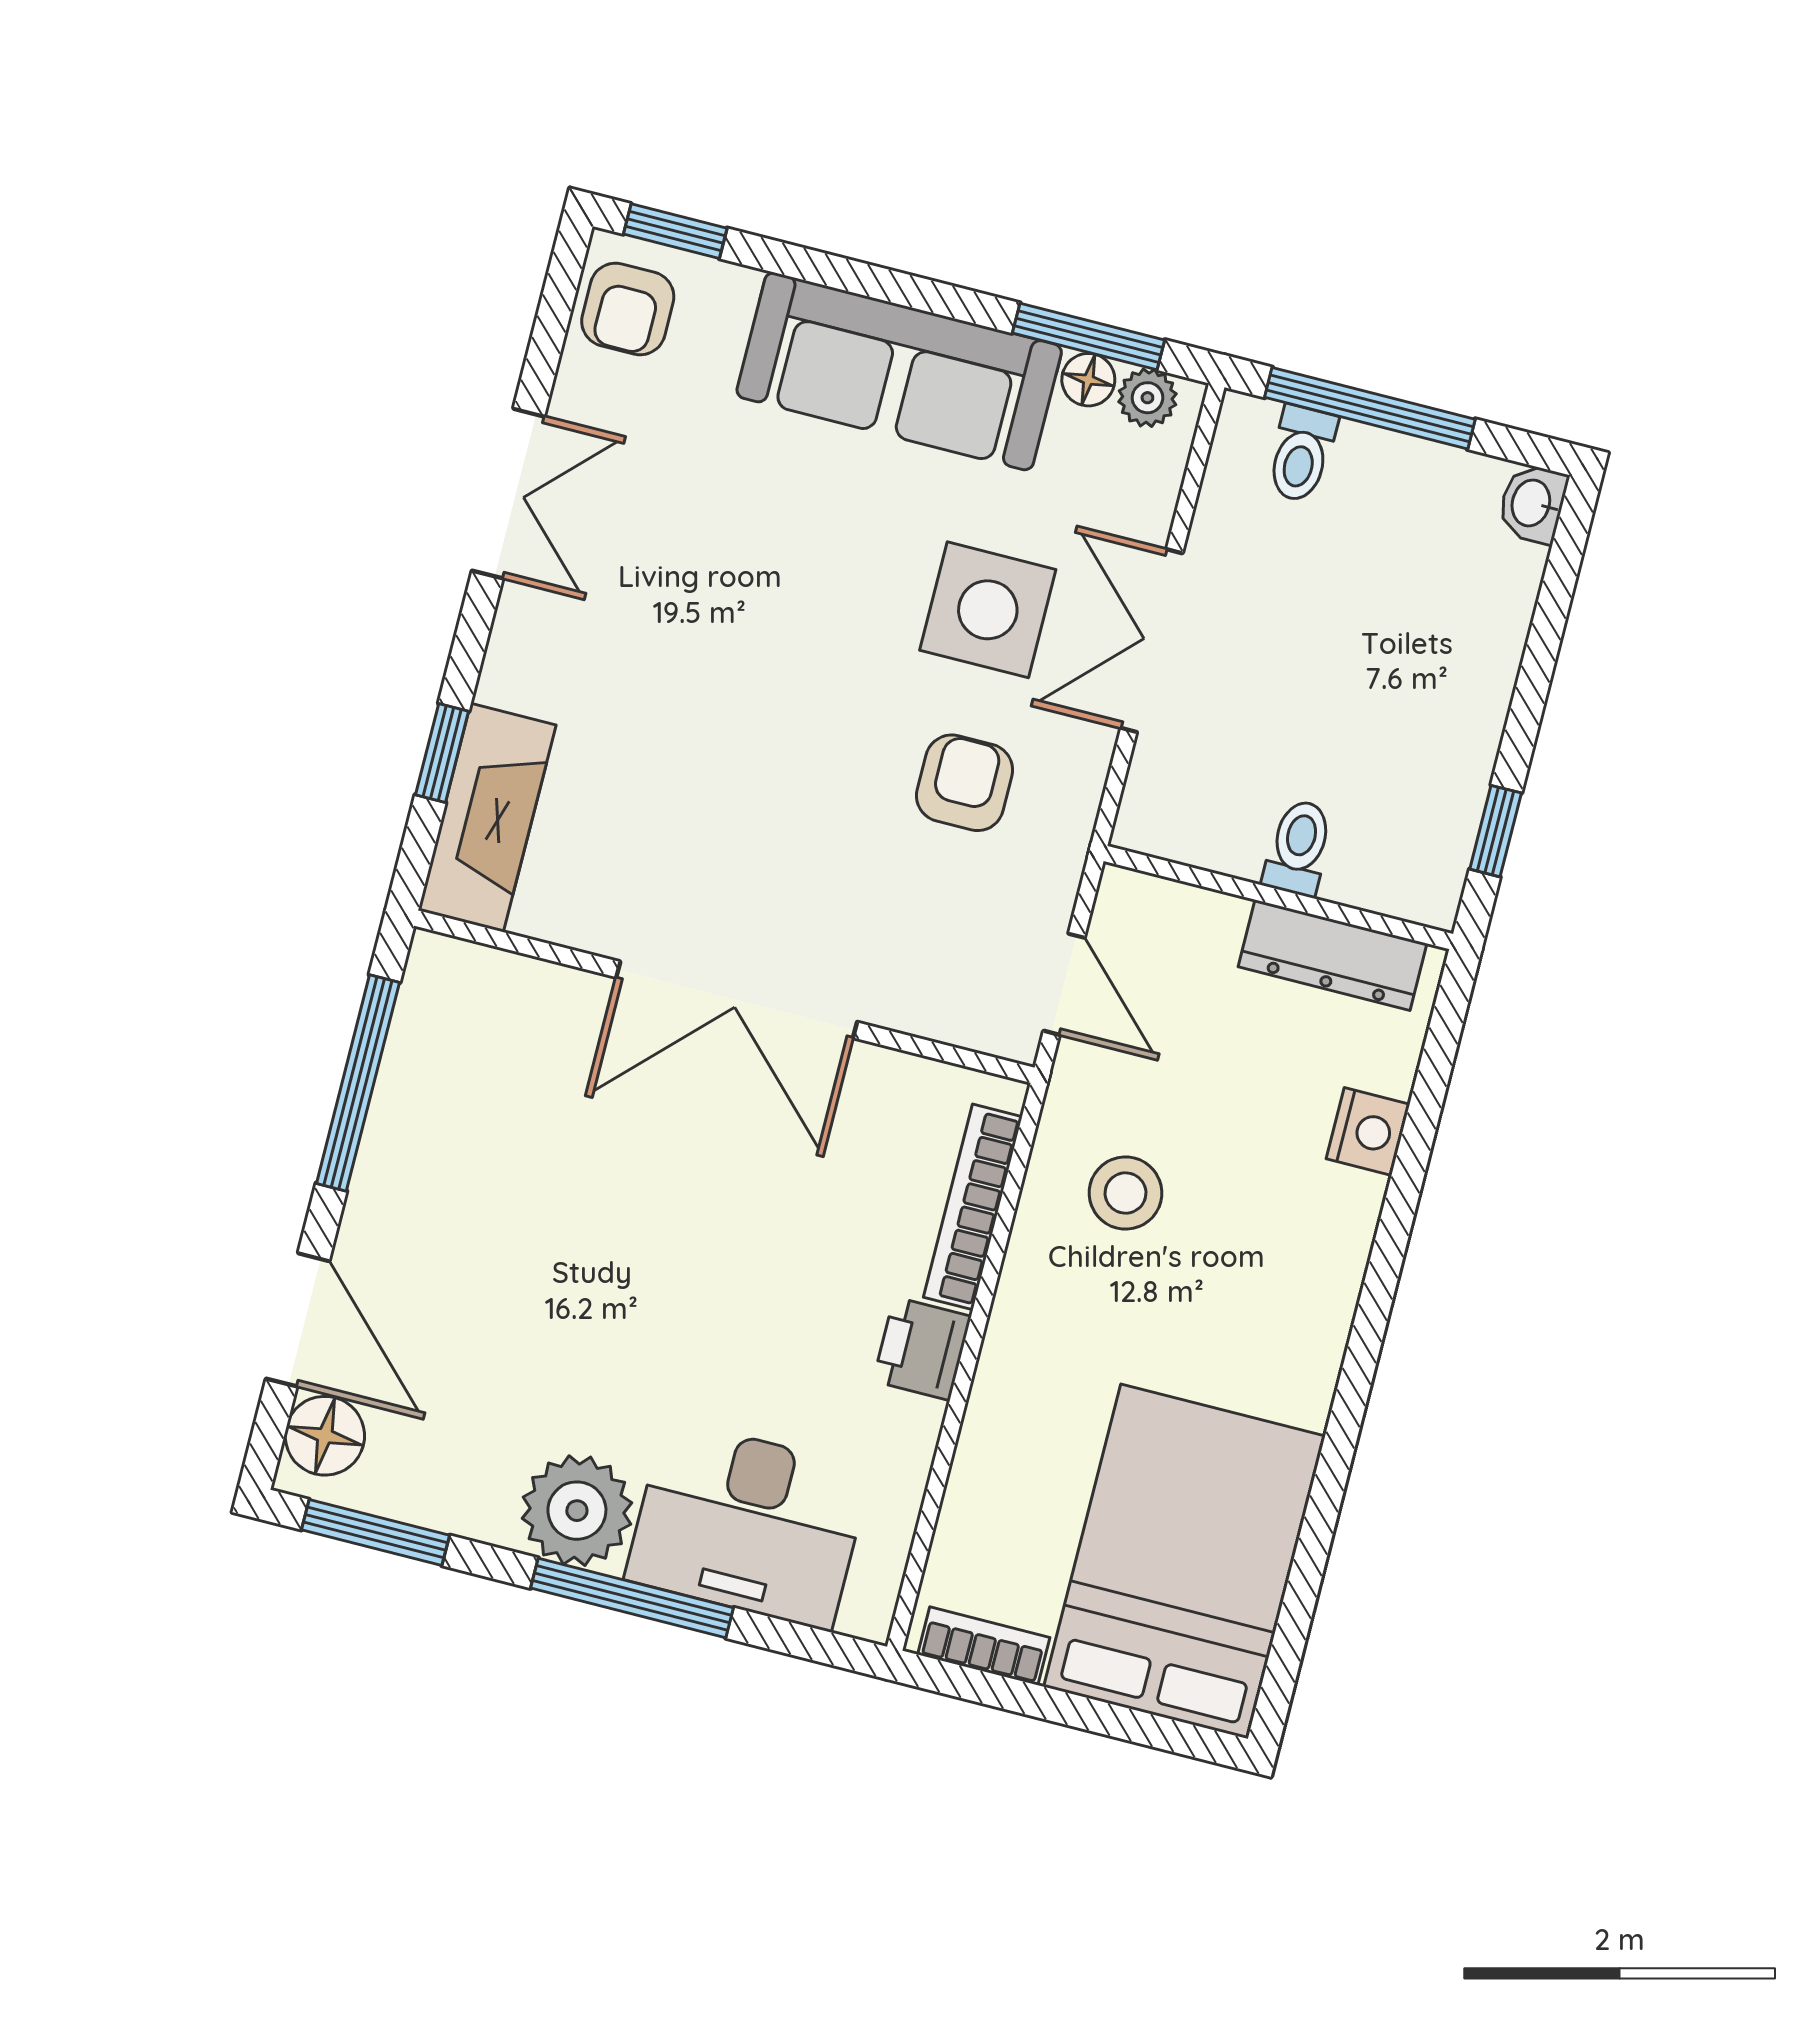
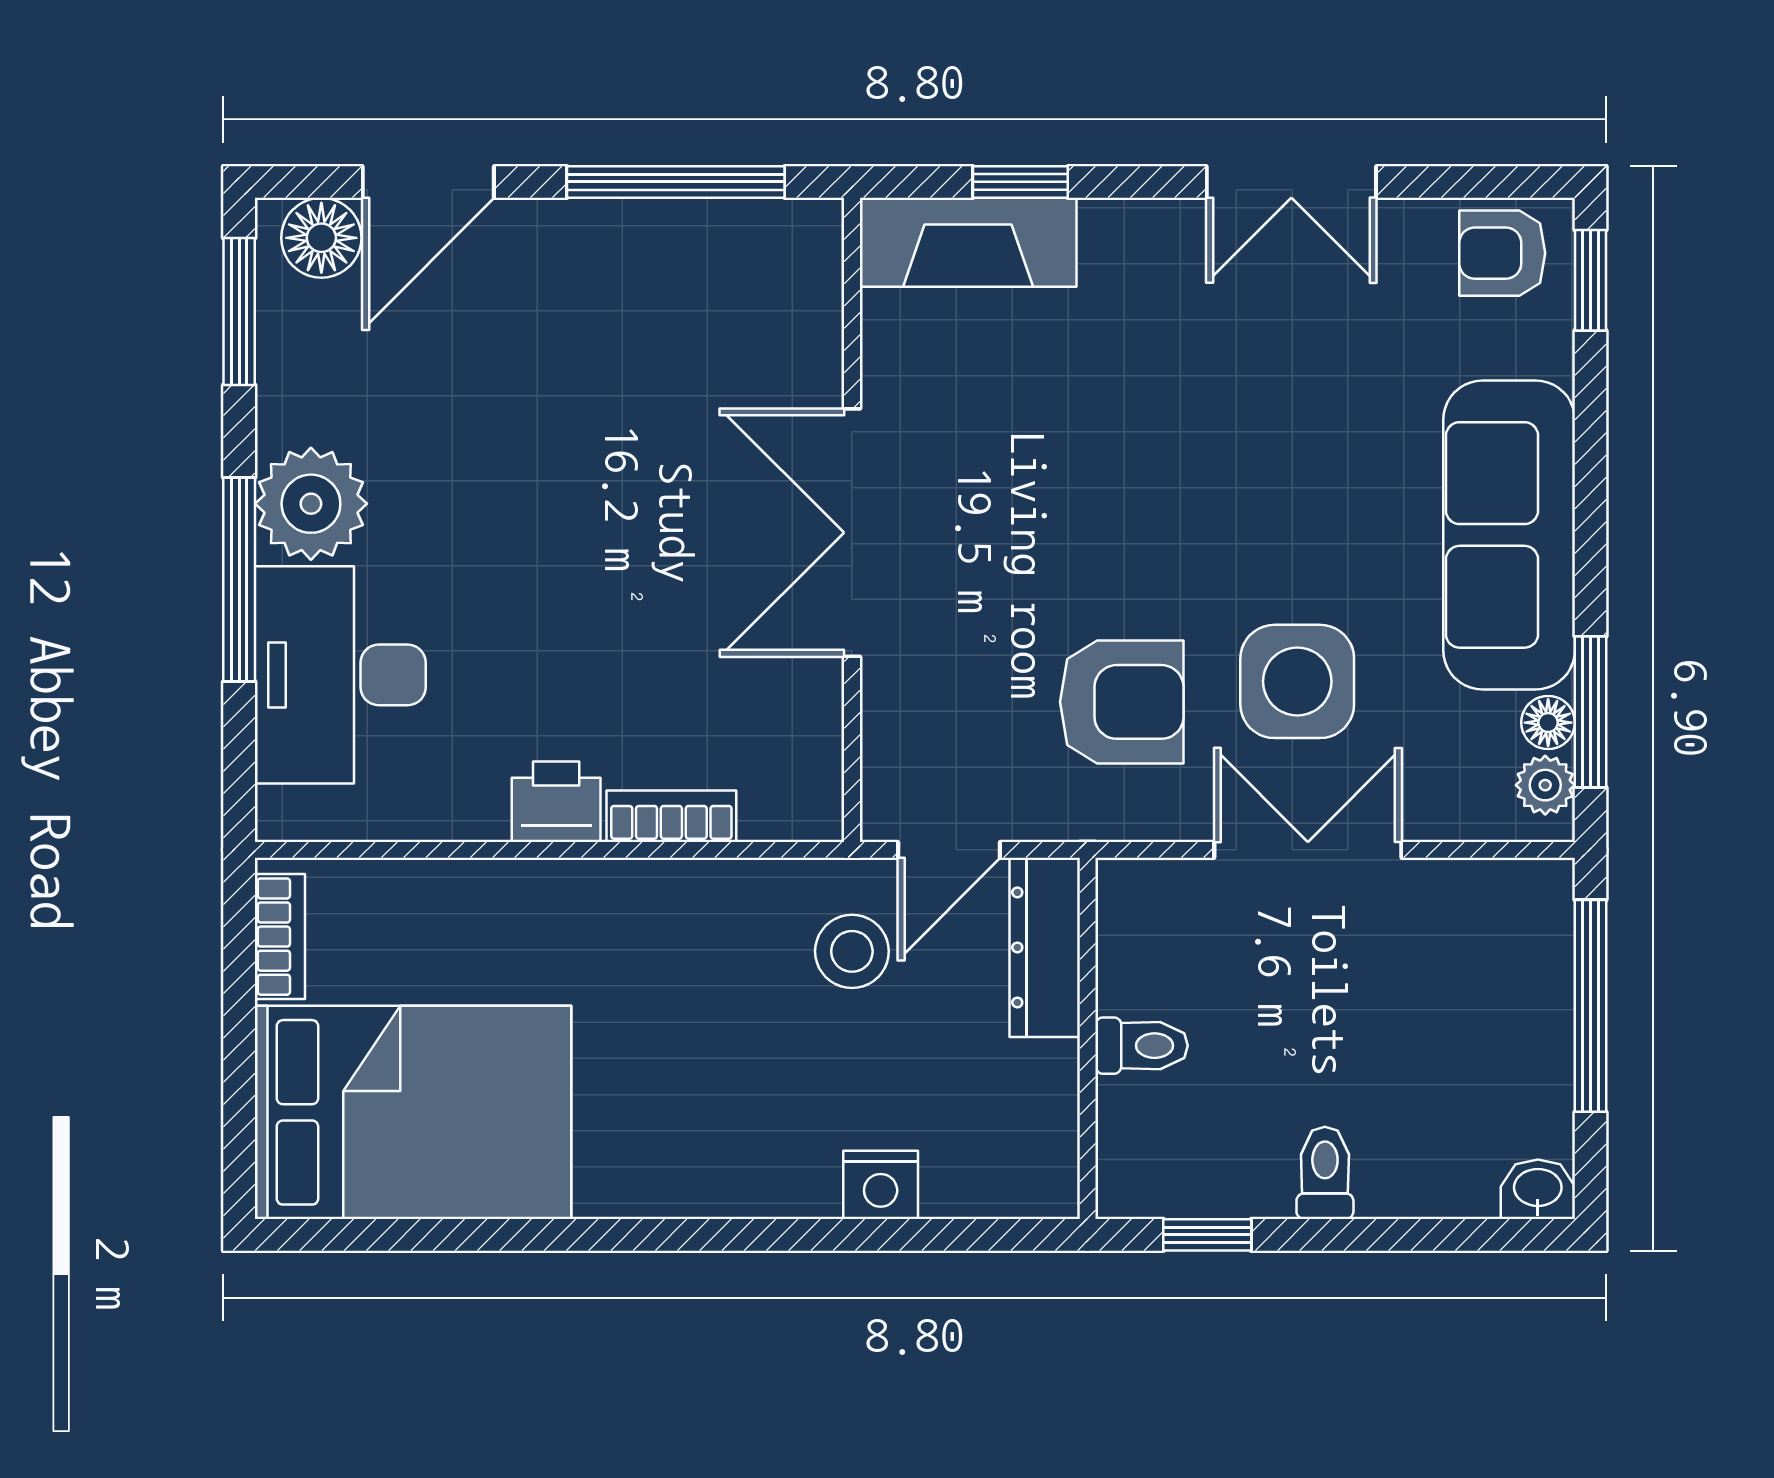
toilet: (1301, 454) -> (1325, 1173), moved, turned 90
armchair: (965, 783) -> (1122, 702), width x1.38, depth x1.38
dresser: (1333, 955) -> (1045, 947), moved
stool: (1126, 1193) -> (852, 951), moved
bookcase: (973, 1207) -> (671, 816), width x0.64

